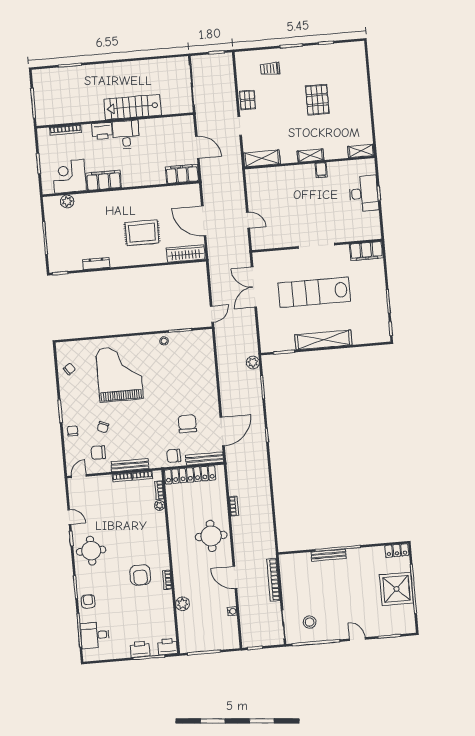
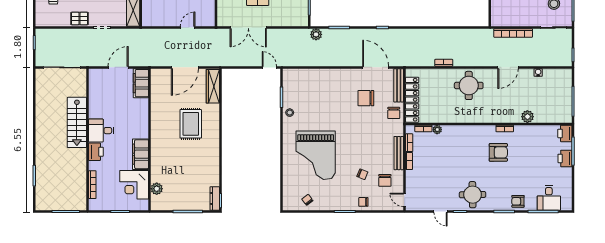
dresser: (96, 264) -> (215, 198), moved
grand piano: (119, 374) -> (316, 155), turned -90
door: (69, 517) -> (440, 211), swing flipped

